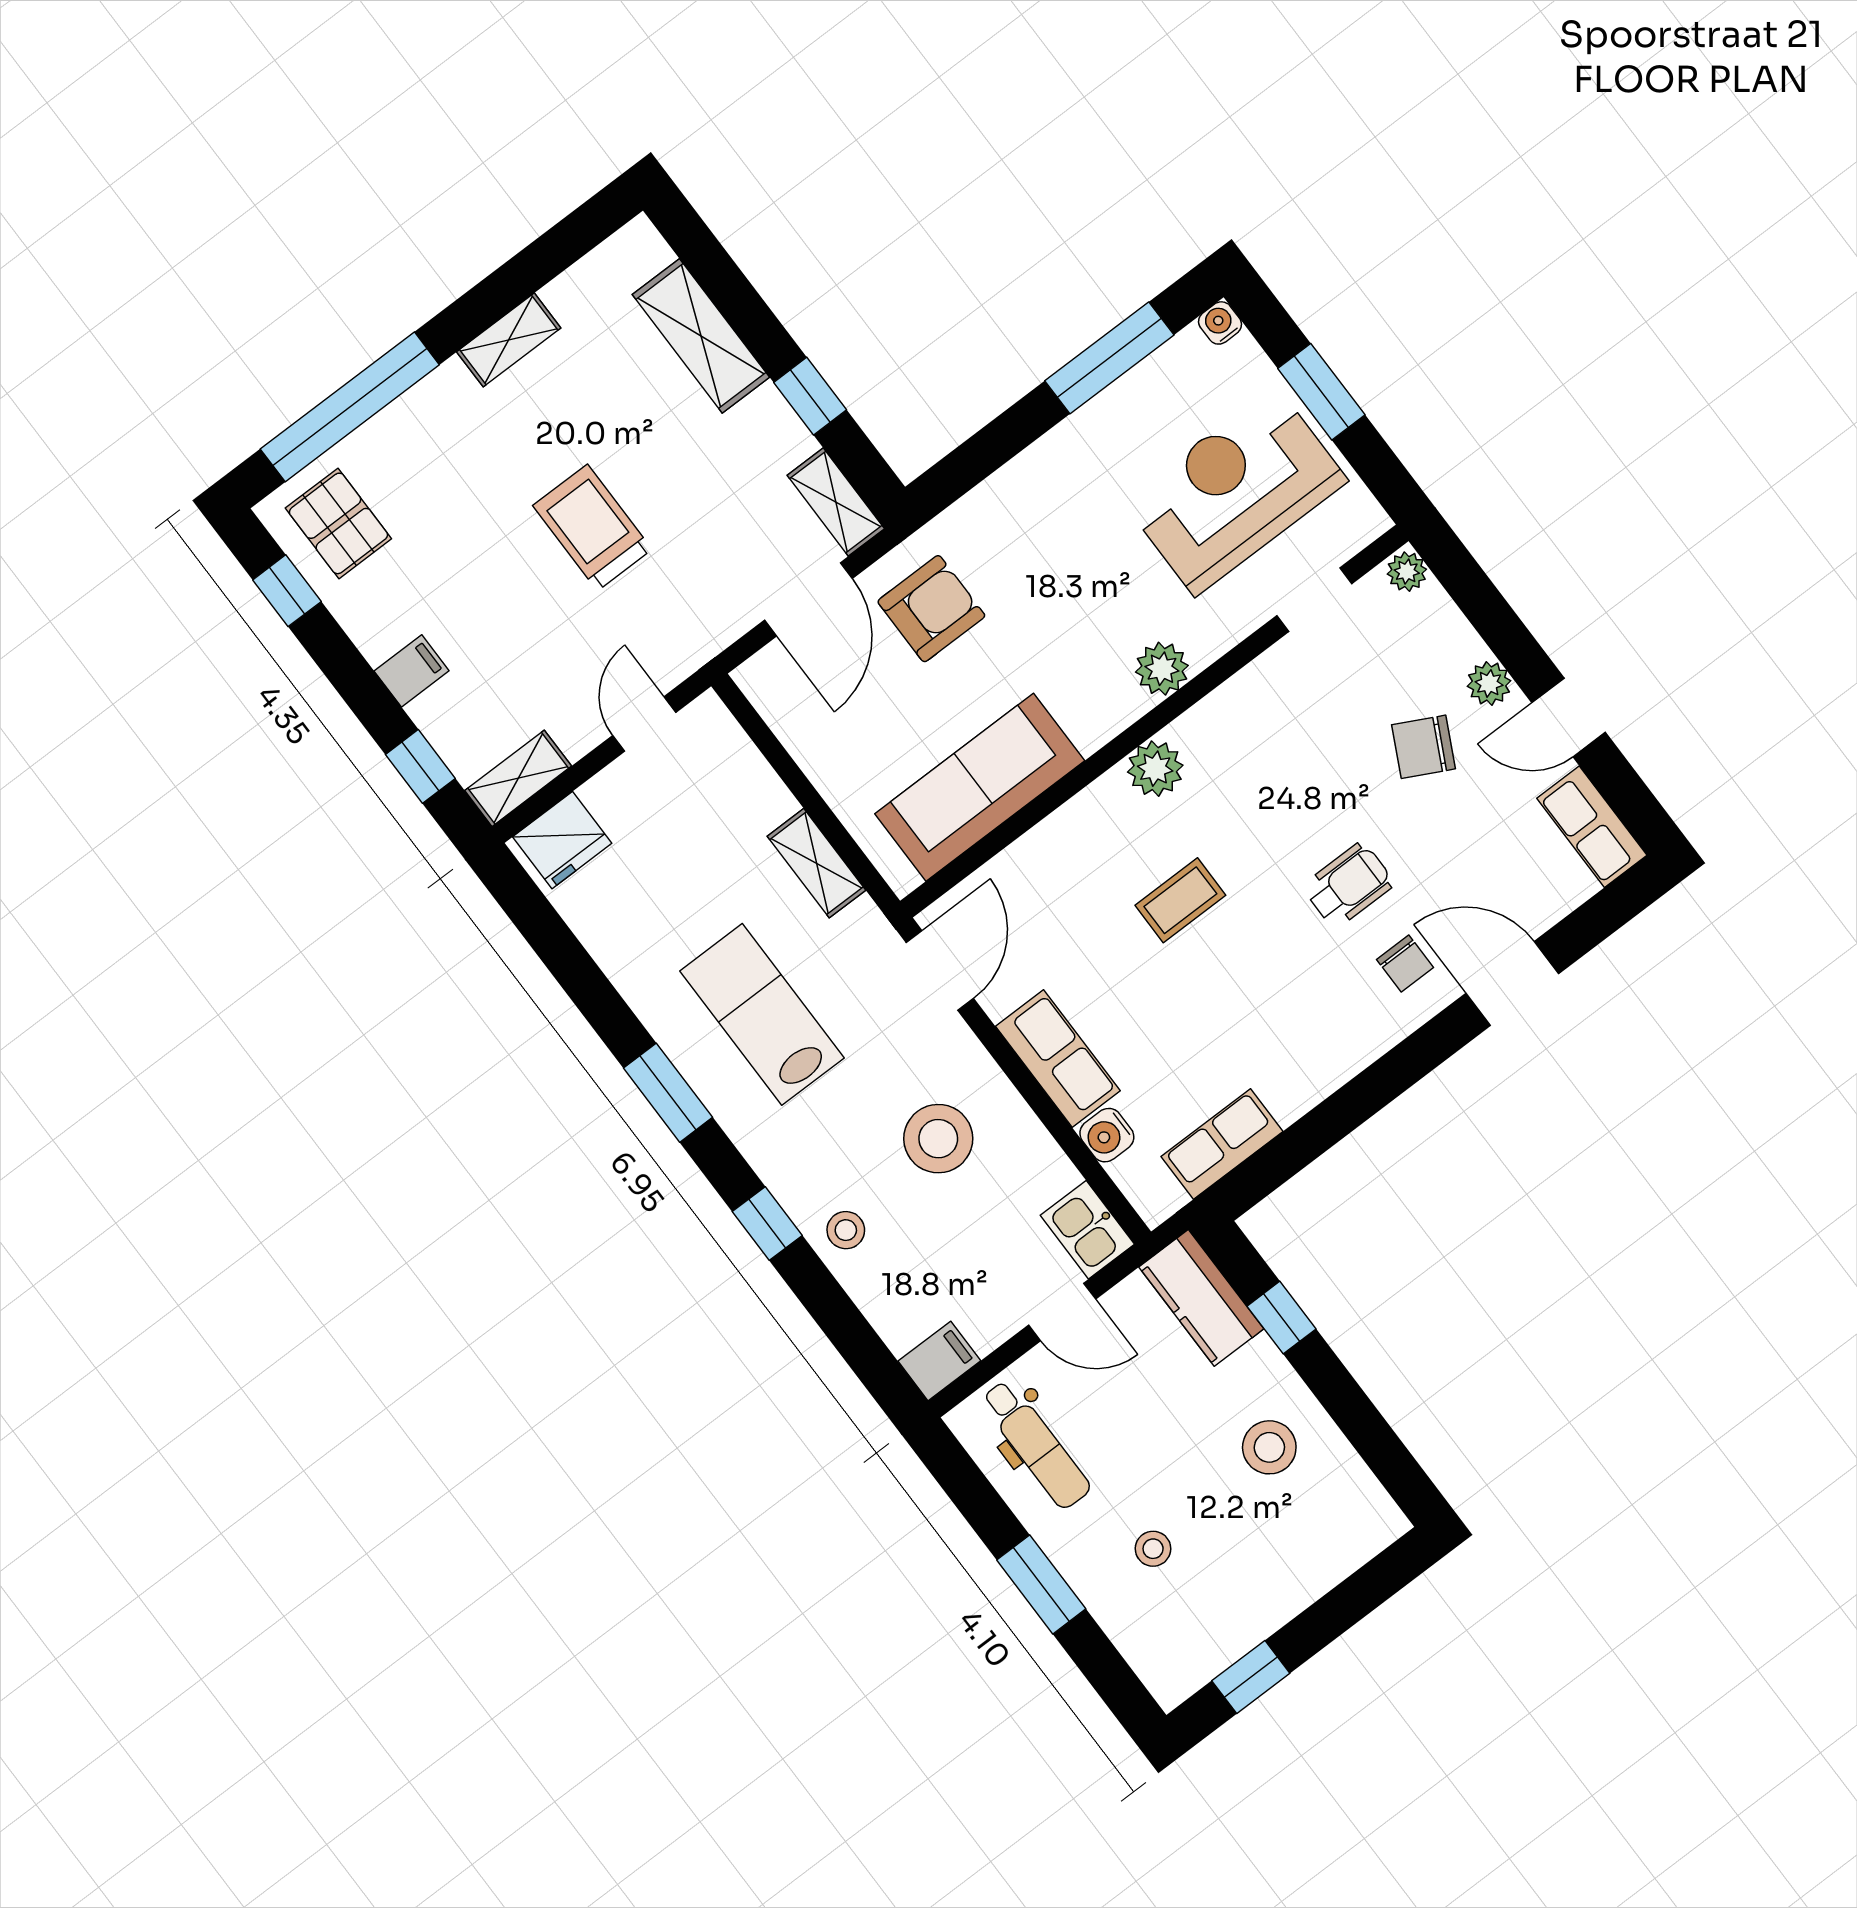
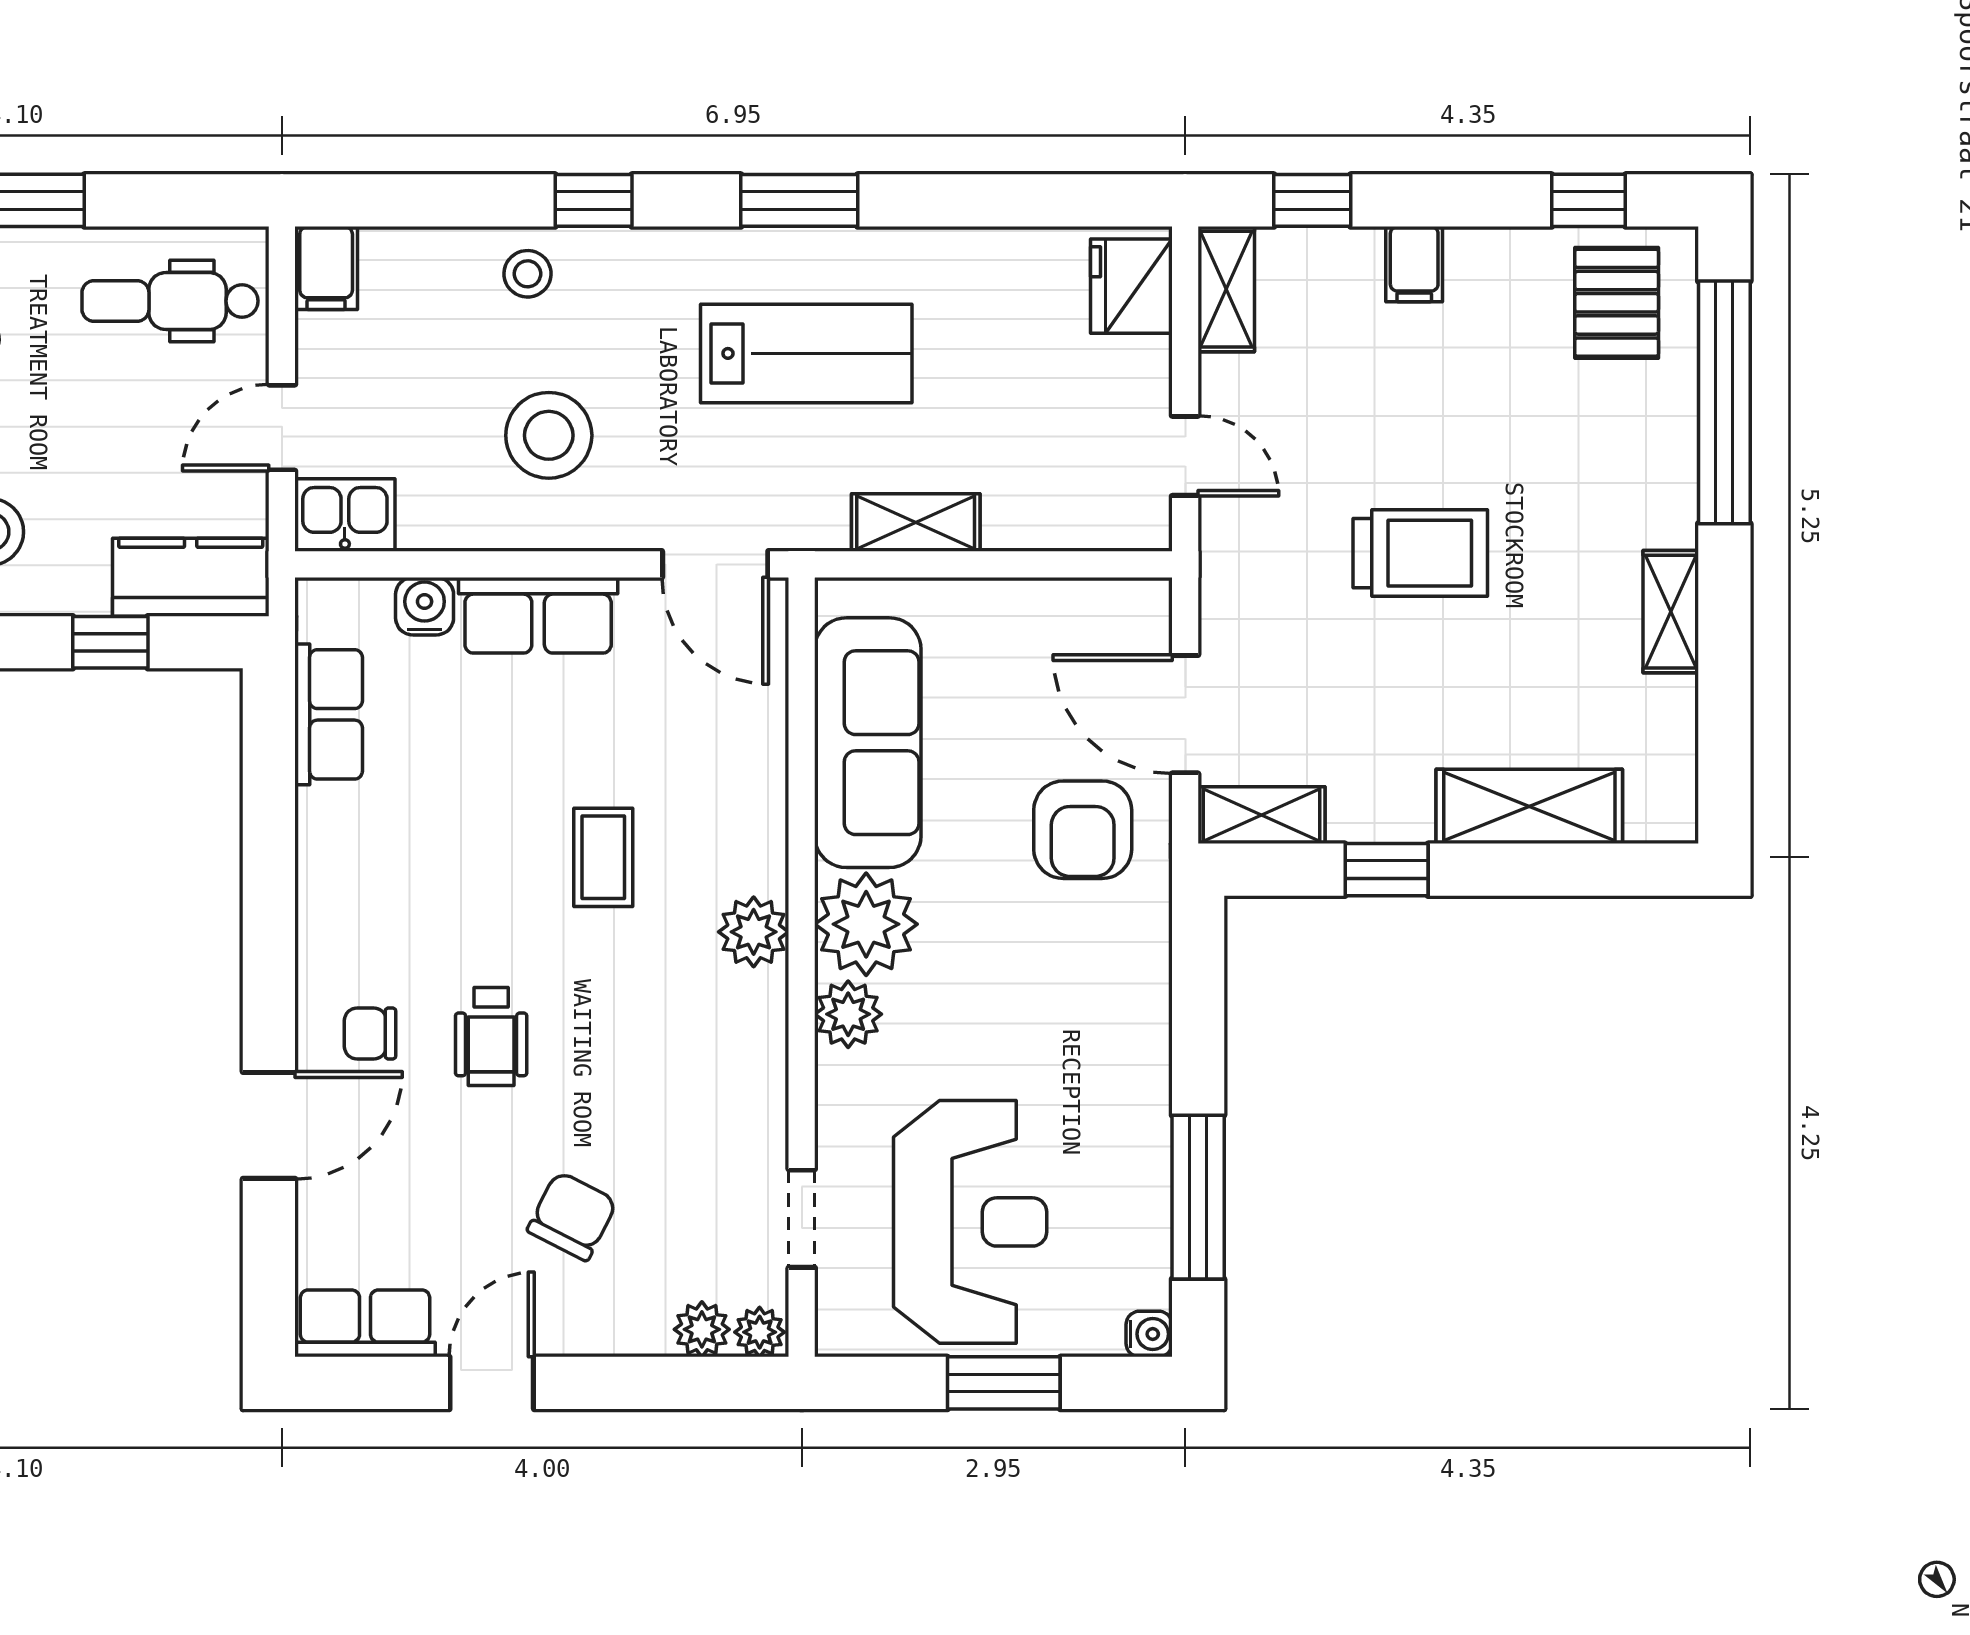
pallet: (338, 523) -> (1617, 303), turned 90
plant: (1489, 683) -> (702, 1329), moved
plant: (1096, 701) -> (866, 924), added

